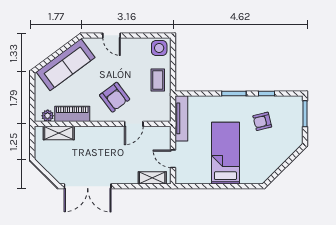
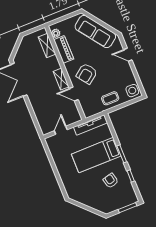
door: (112, 35) -> (128, 55), hinge flipped
bed: (225, 153) -> (96, 155), moved, turned 180
shelving: (152, 178) -> (61, 79), moved

